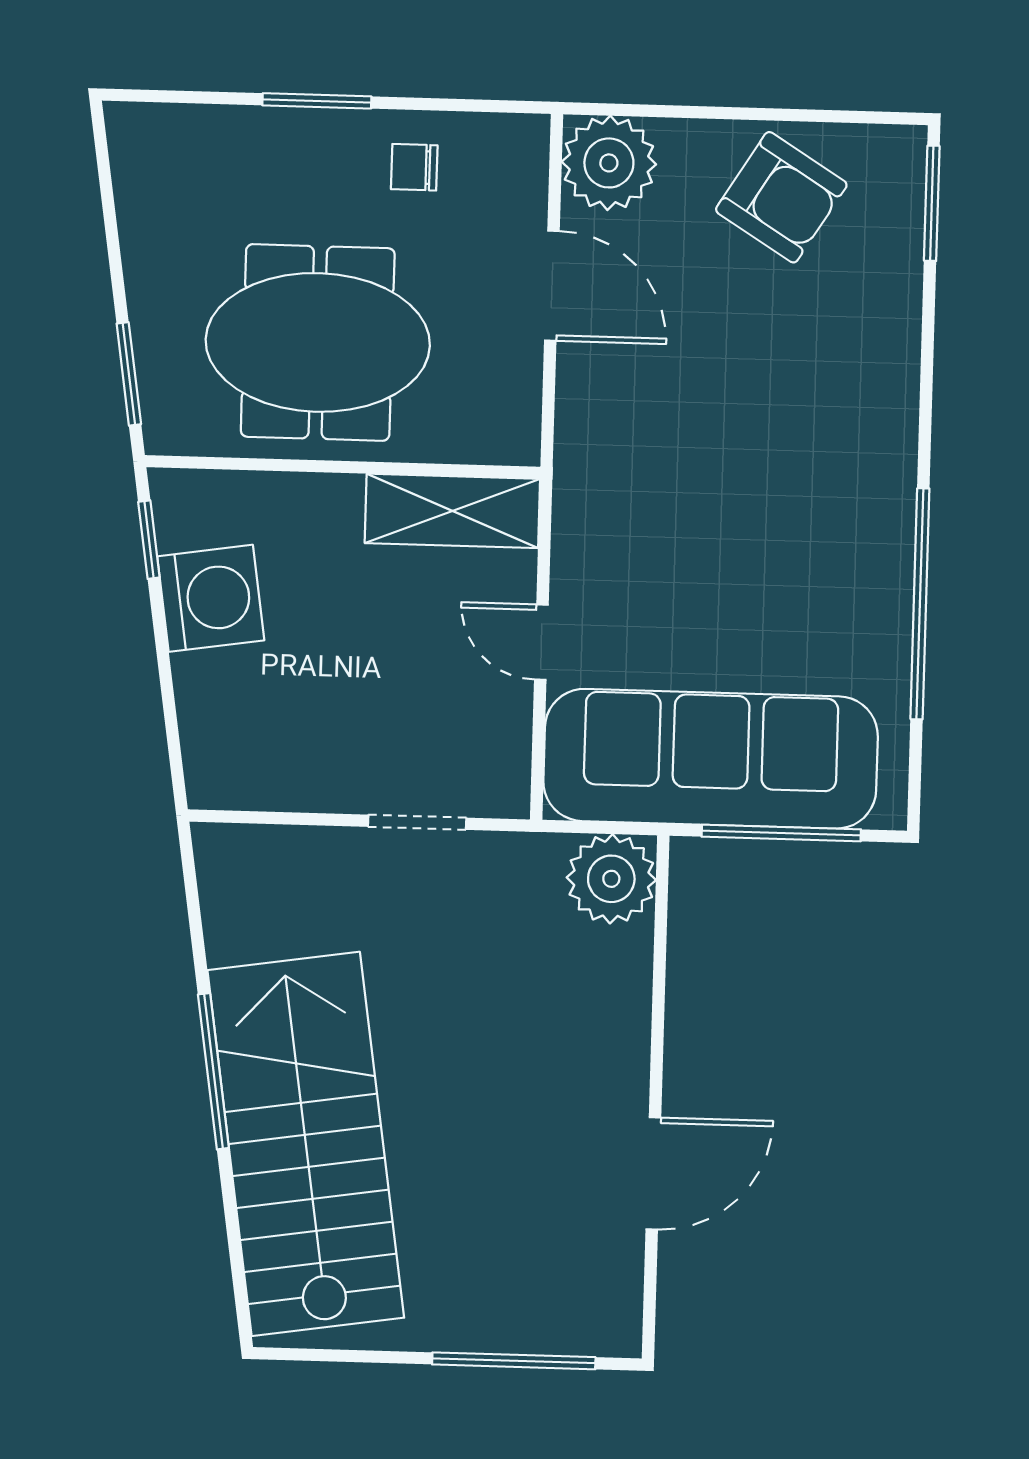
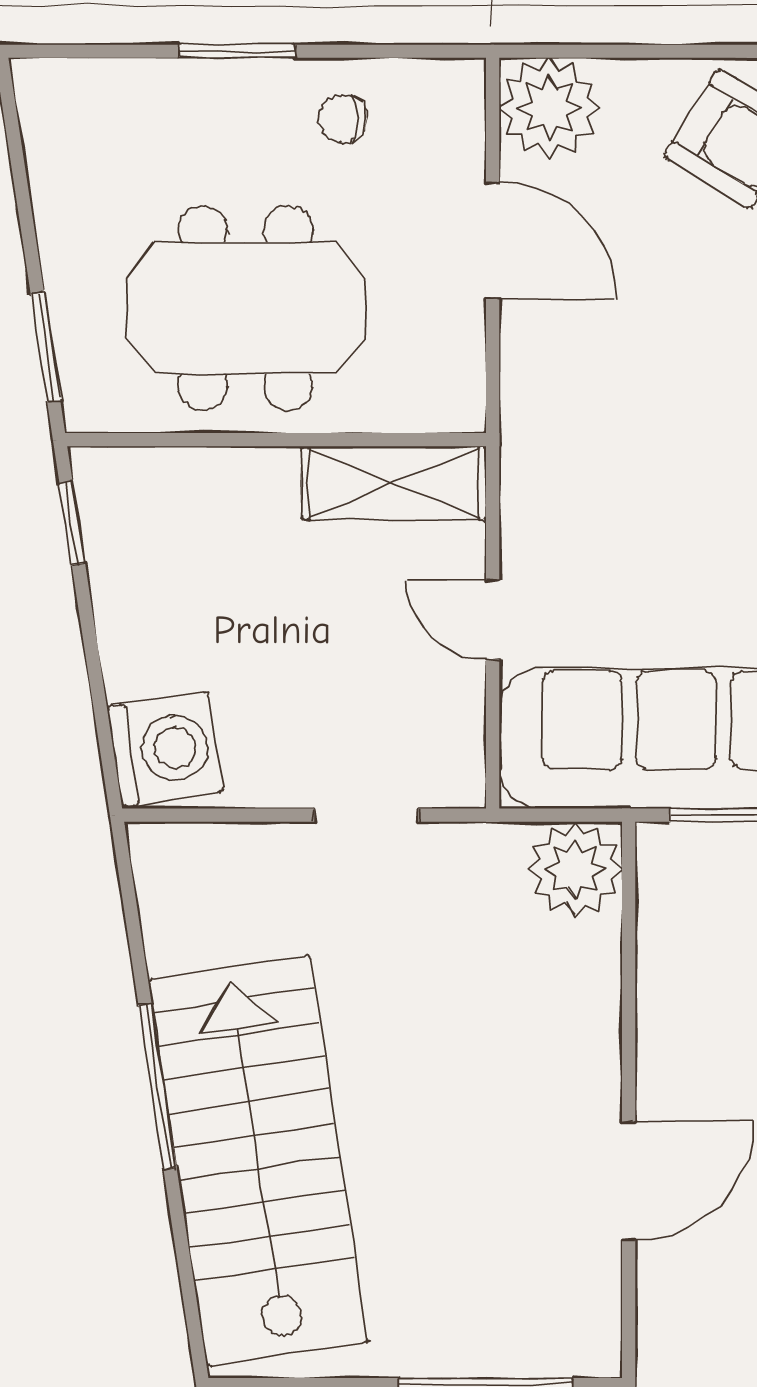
washing machine: (211, 598) -> (165, 749), moved

